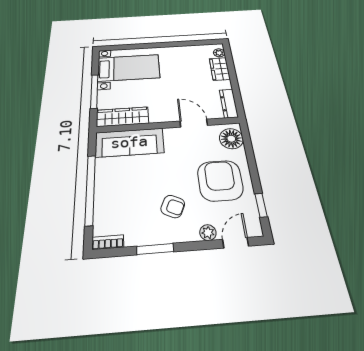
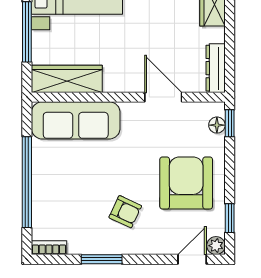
window: (246, 137) -> (230, 123), added
floor lamp: (231, 139) -> (217, 125), width x0.53, depth x0.53
plant: (208, 233) -> (216, 246), moved

